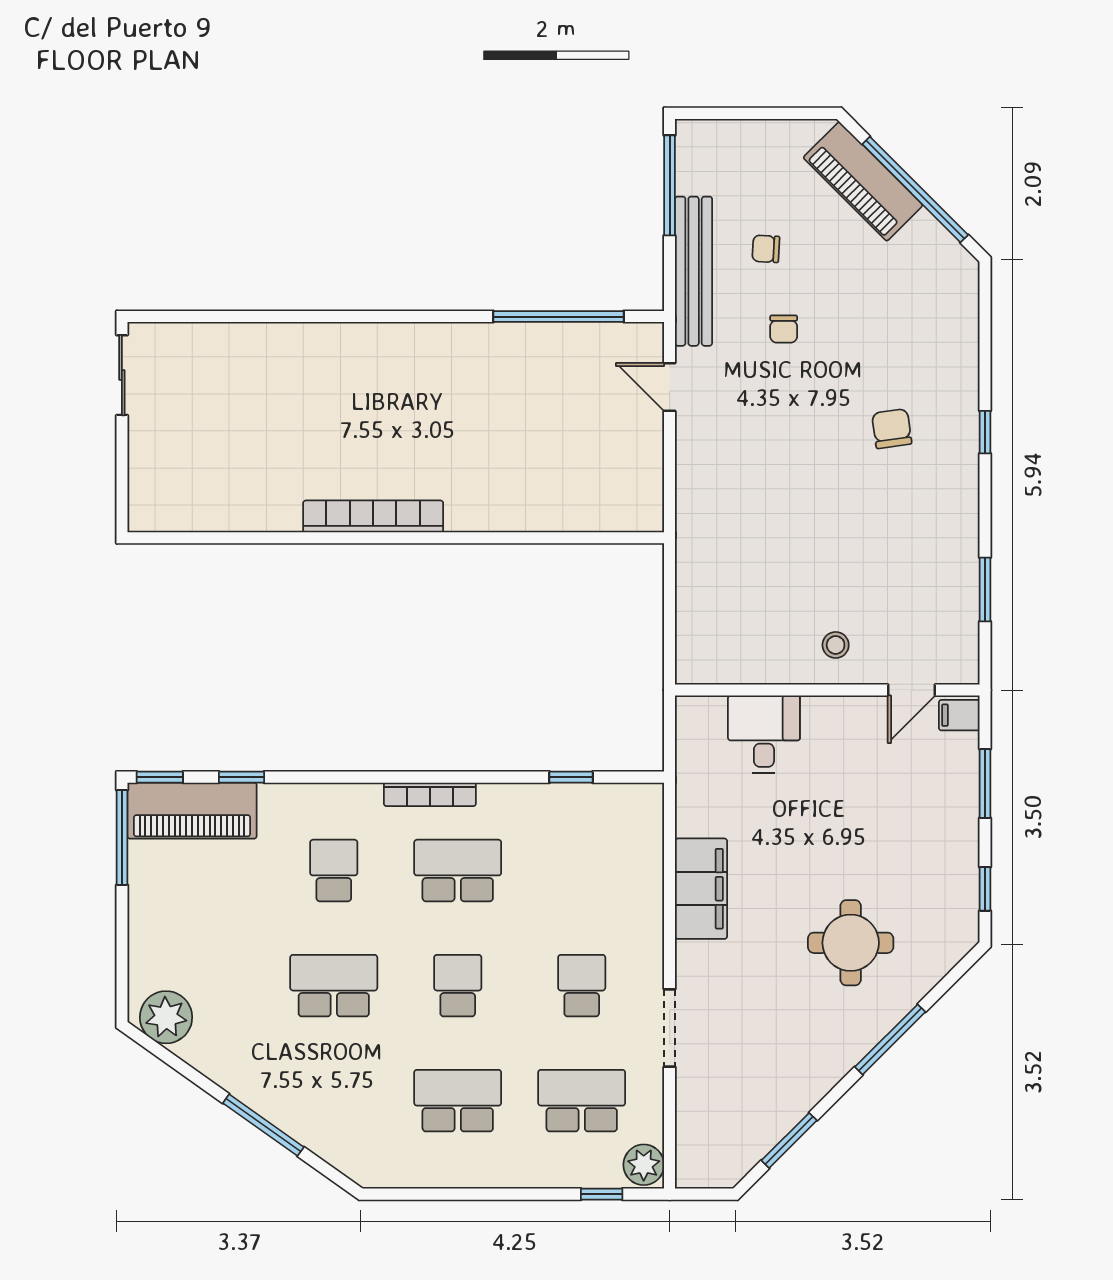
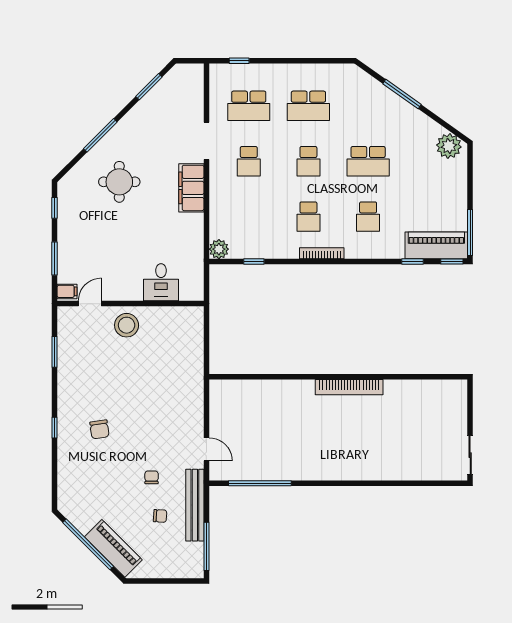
stool: (836, 645) -> (127, 325), width x1.89, depth x1.89
school desk: (458, 871) -> (308, 217), width x0.54
filing cabinet: (701, 889) -> (191, 188), moved
plant: (644, 1165) -> (219, 249), moved

